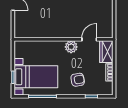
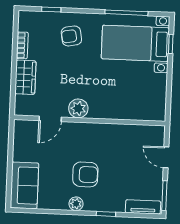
wall: (63, 39) -> (90, 120), moved
door: (89, 39) -> (50, 119), moved
plant: (71, 47) -> (78, 108), moved

